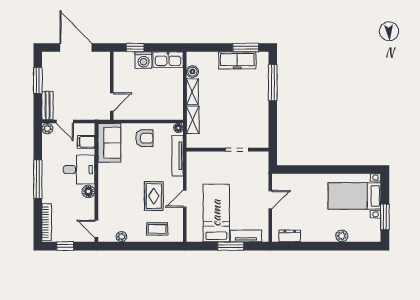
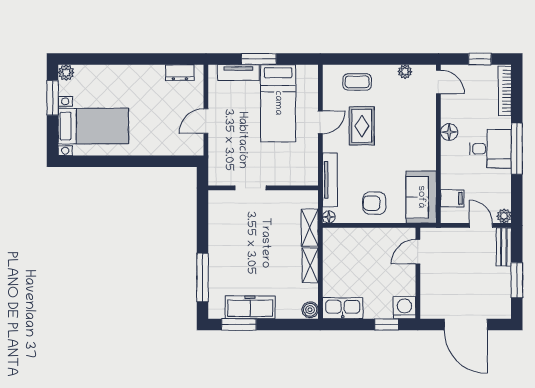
washing machine: (143, 60) -> (404, 308), moved
boiler: (192, 72) -> (310, 310), moved
desk: (79, 170) -> (490, 149), moved, turned 180
plant: (342, 236) -> (66, 73), moved

